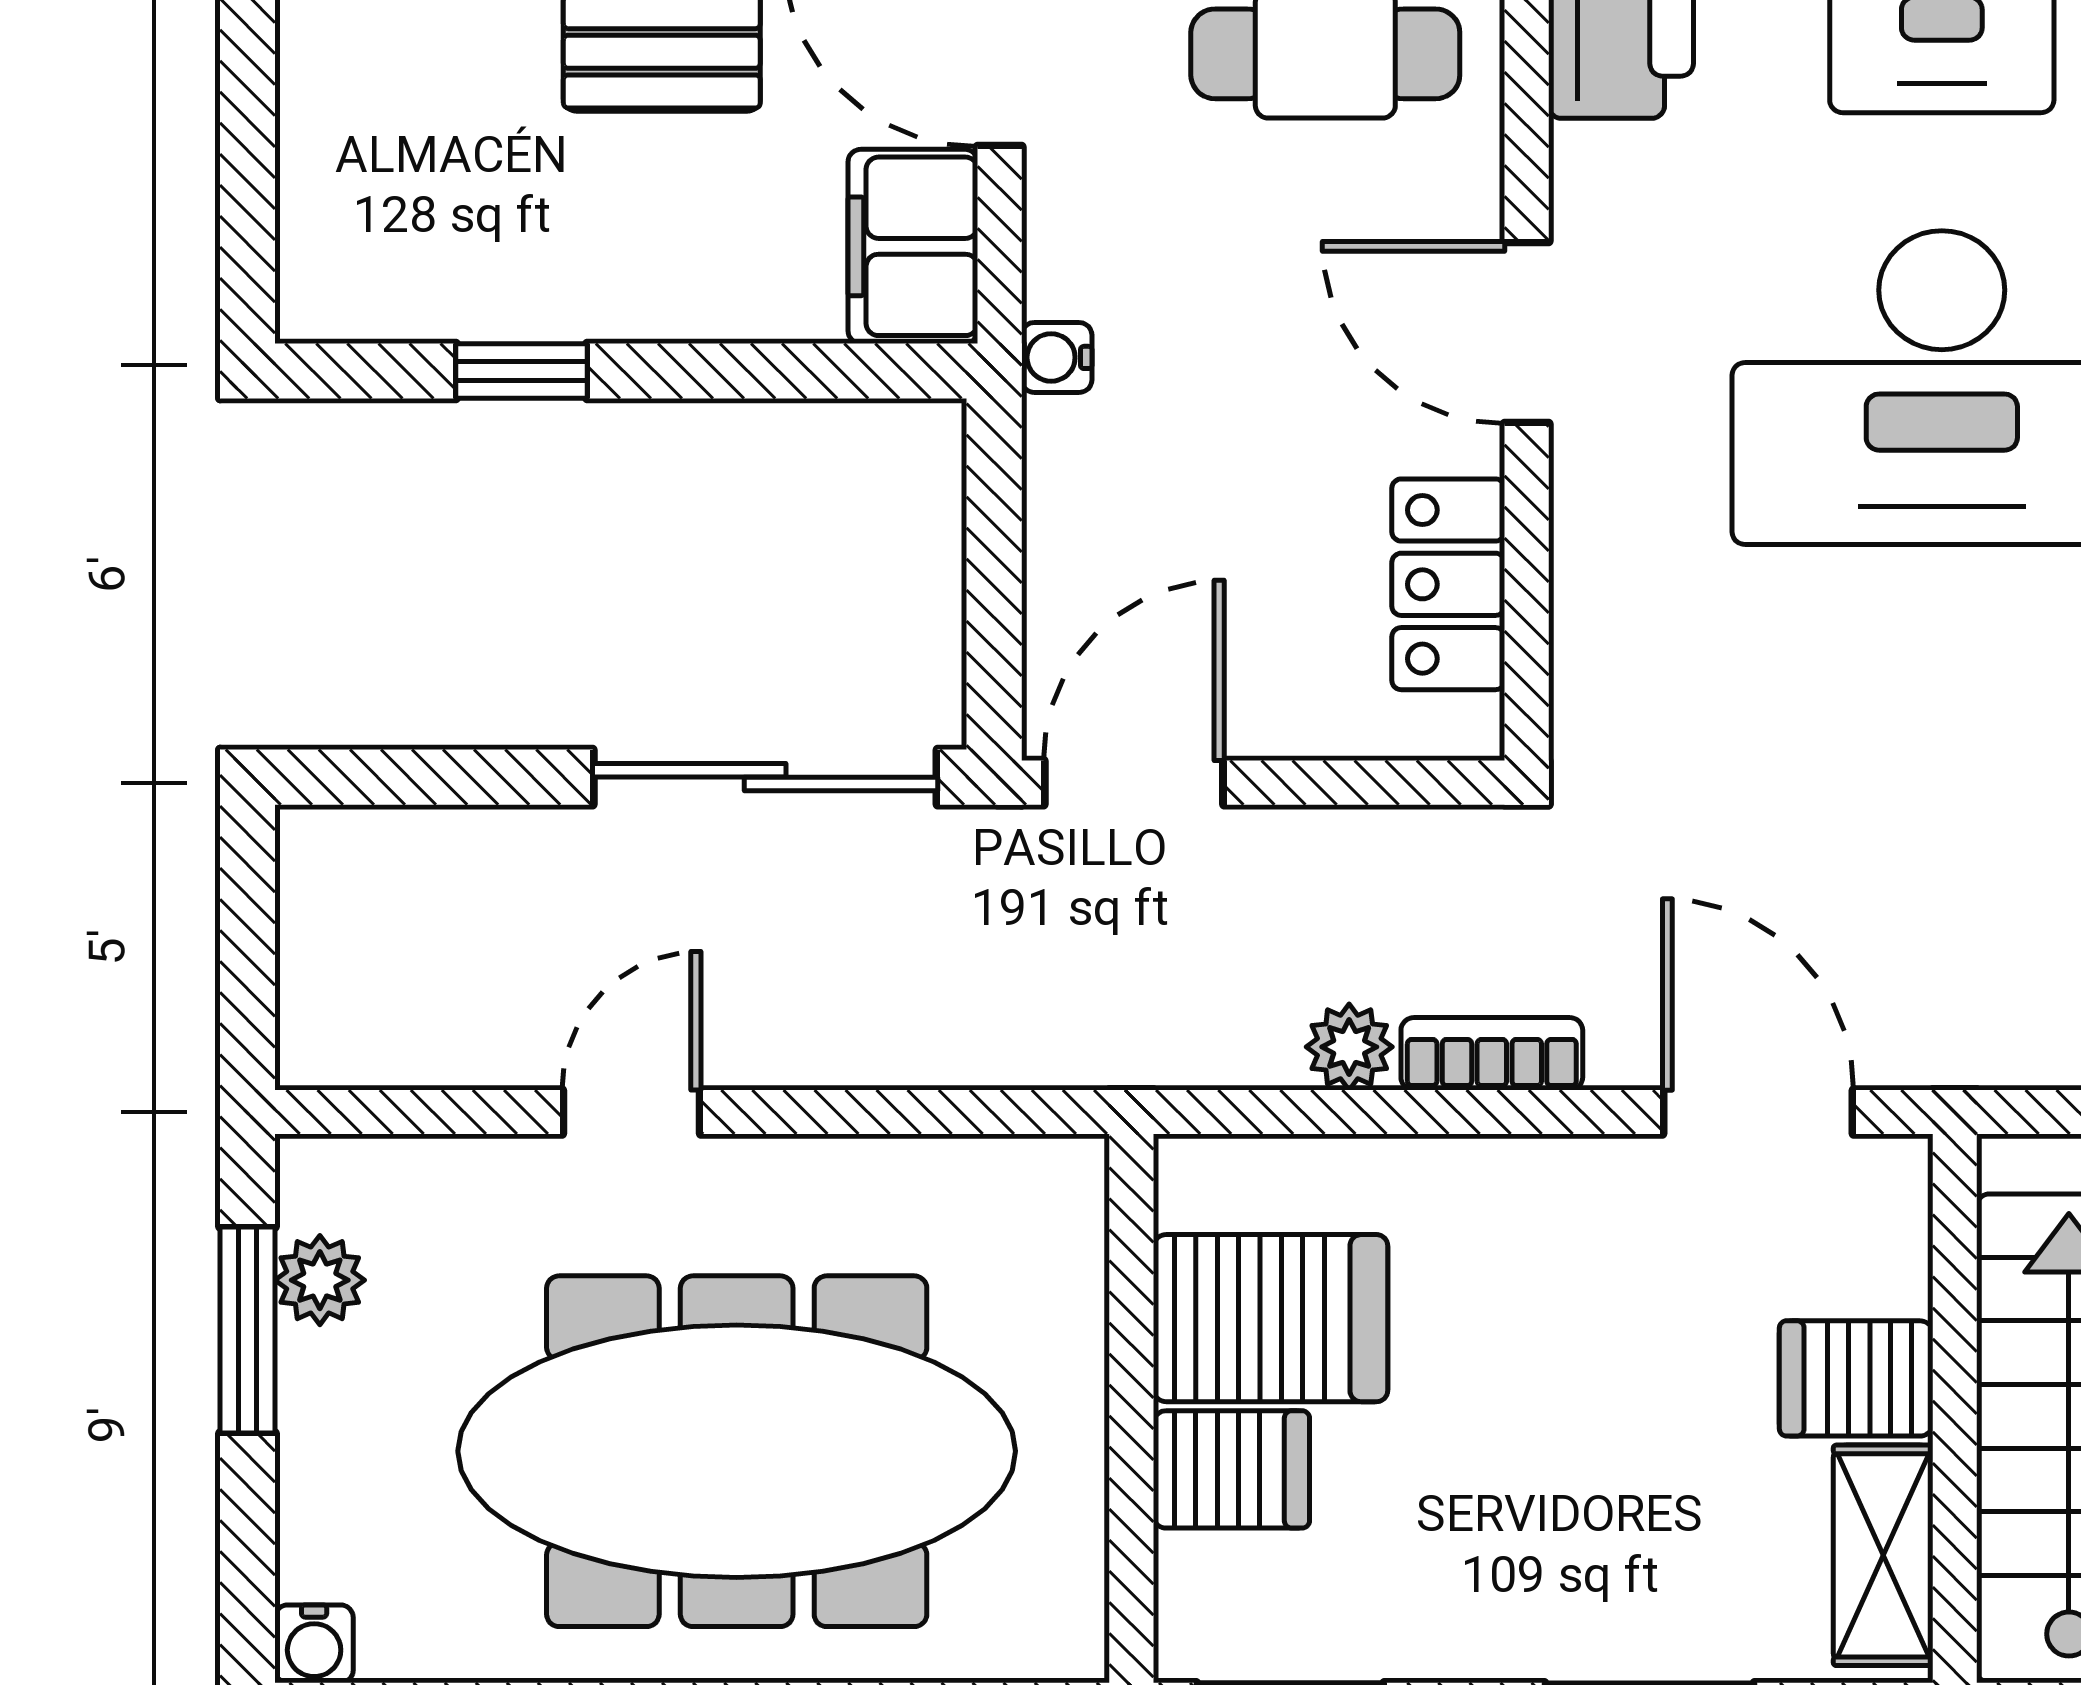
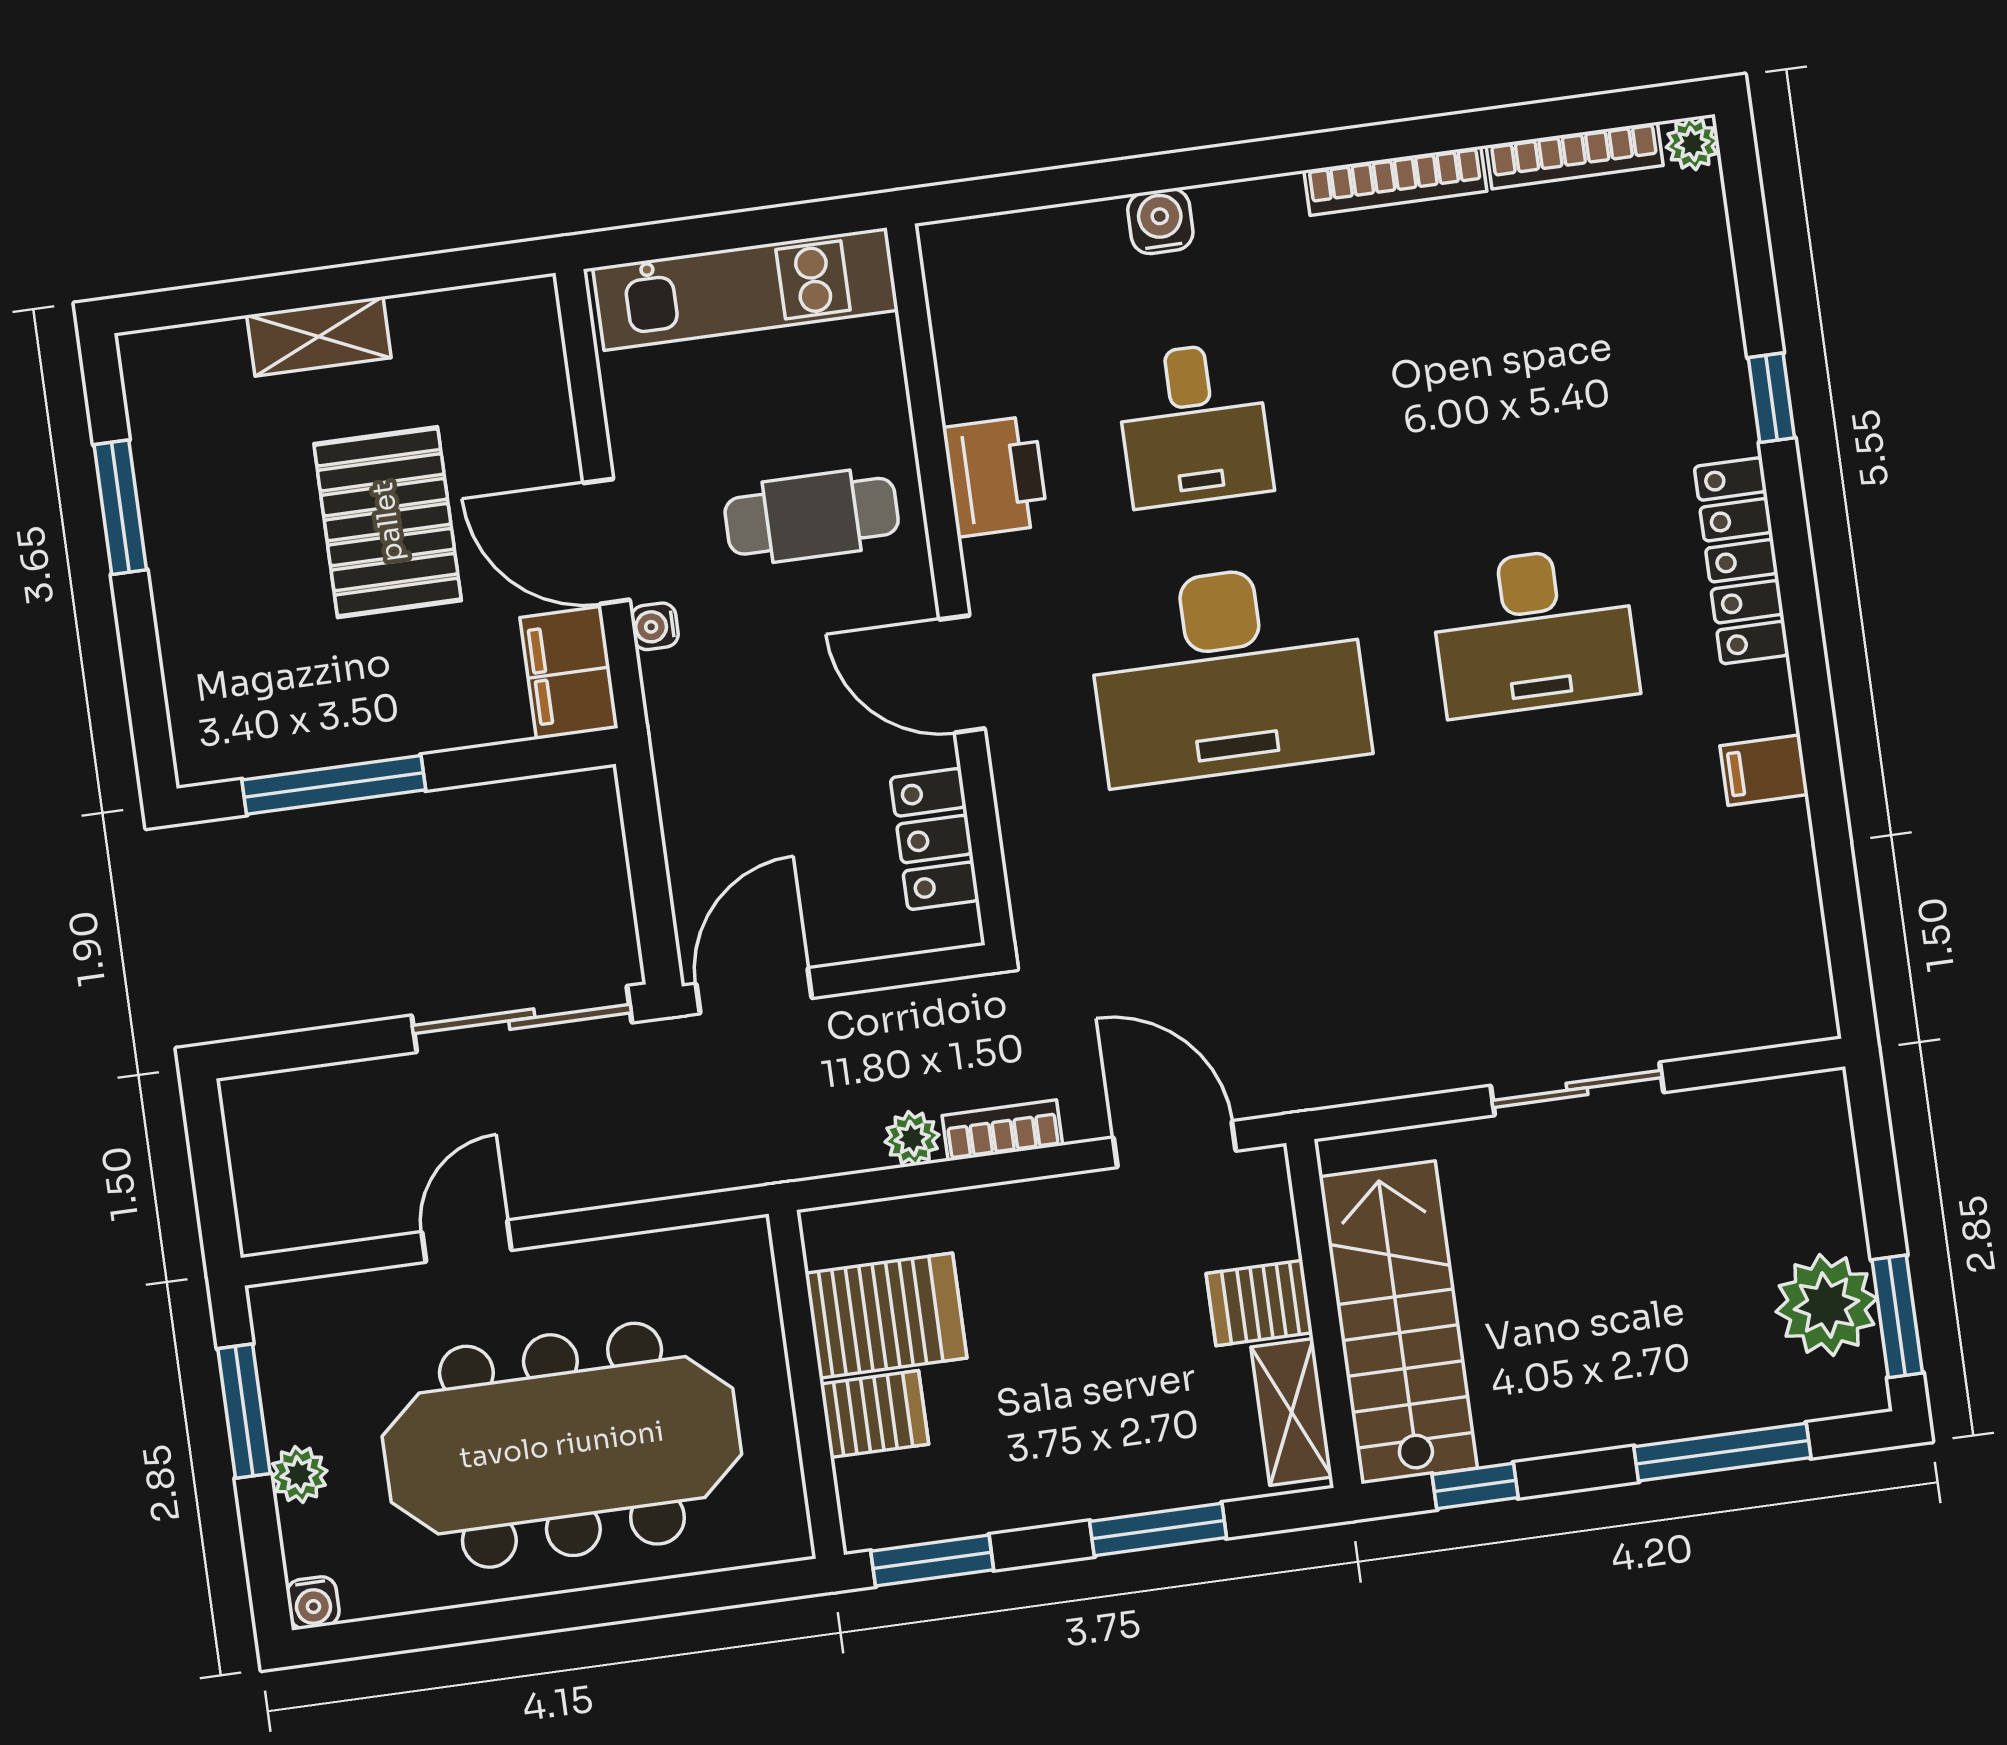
water cooler: (1057, 357) -> (655, 626), moved
window: (521, 371) -> (334, 785), width x2.17
plant: (320, 1280) -> (299, 1474), moved

